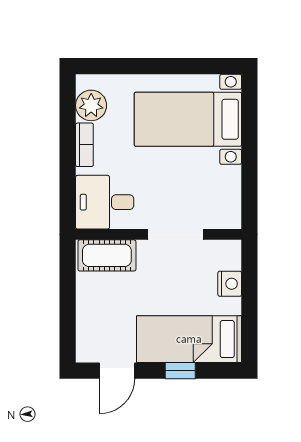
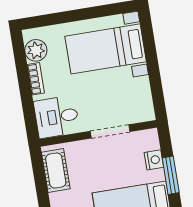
cot: (107, 255) -> (56, 170), moved, turned 90
window: (249, 309) -> (171, 175), added

